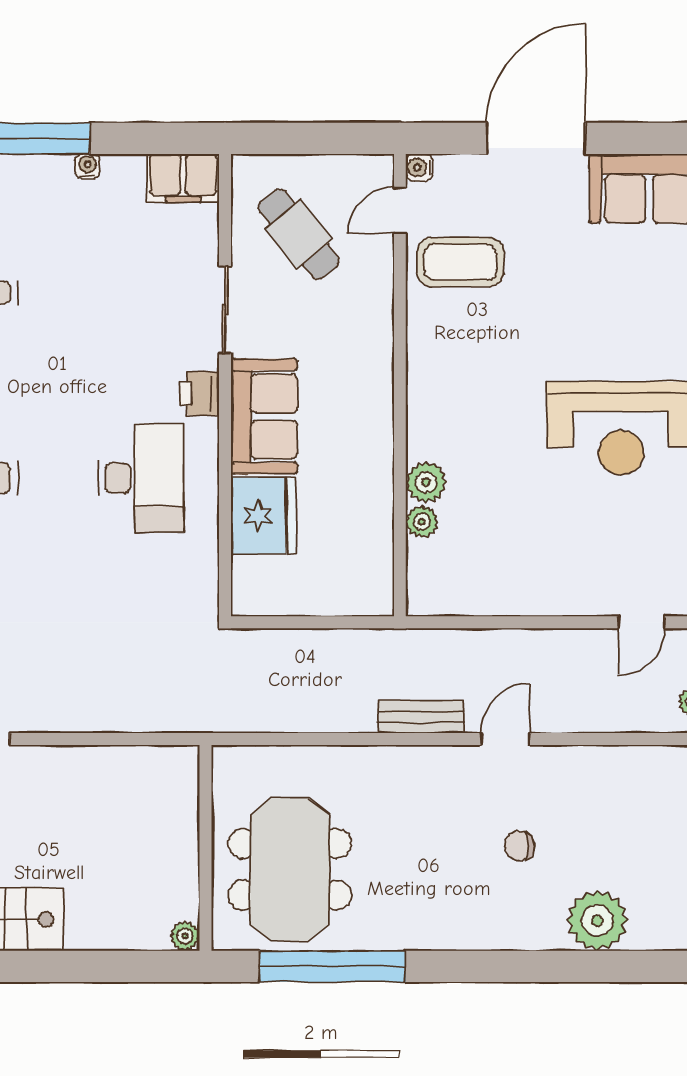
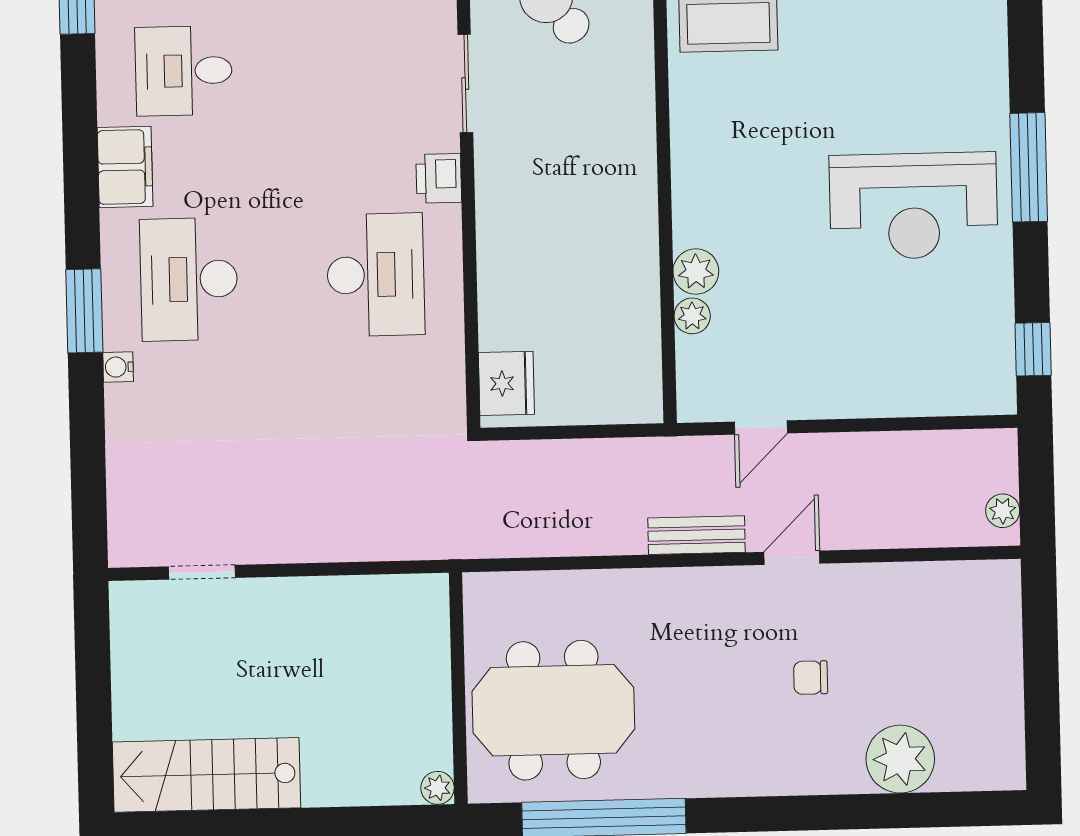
sofa: (264, 416) -> (512, 202), removed
fridge: (263, 515) -> (506, 383), moved, width x0.73, depth x0.75
door: (641, 622) -> (761, 427), moved
meeting table: (290, 869) -> (553, 710), turned 90

